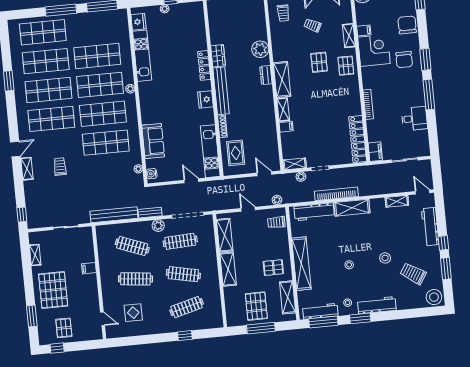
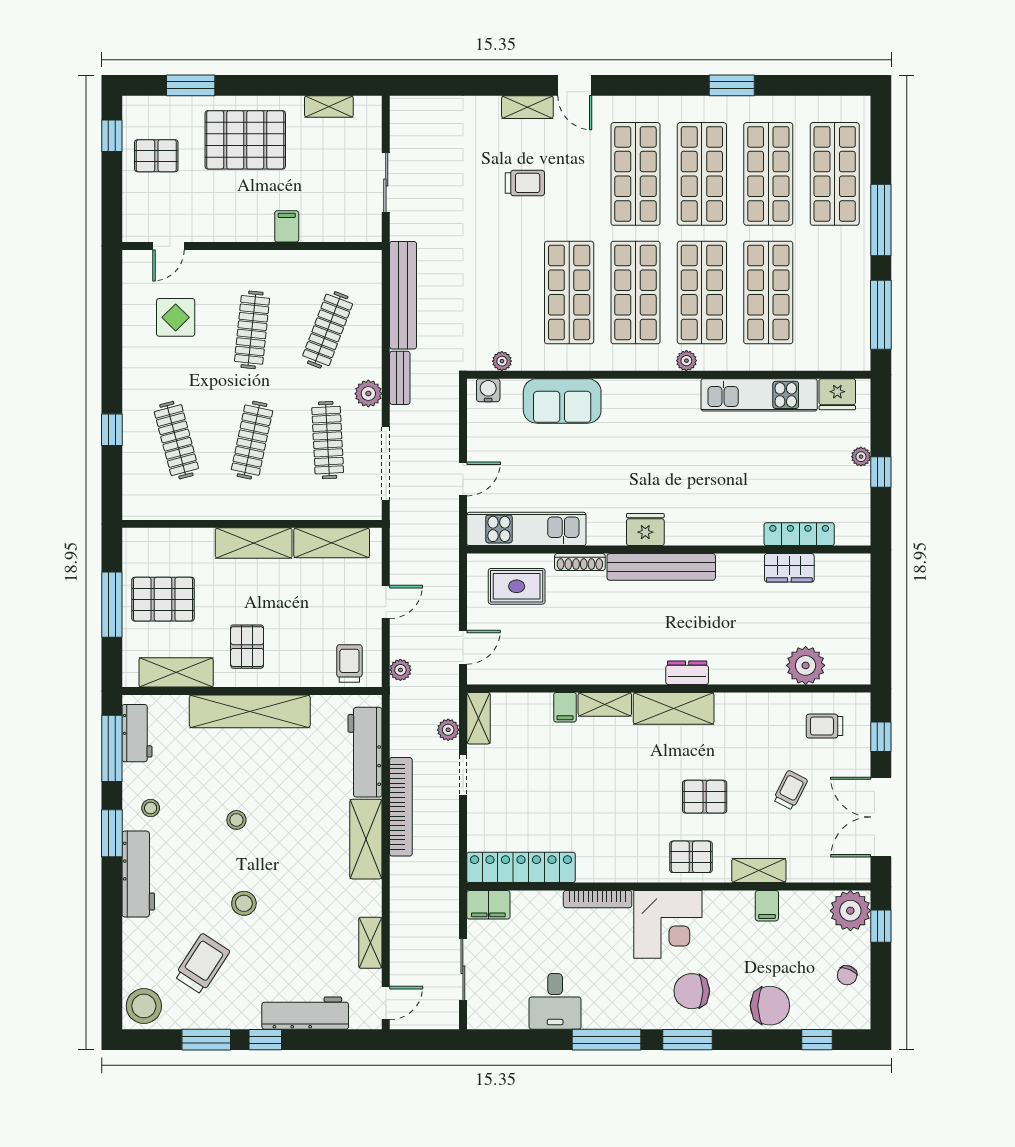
plant: (260, 49) -> (806, 665), moved
corner desk: (374, 50) -> (668, 924), moved
wardrobe: (218, 56) -> (789, 568), moved
locker: (204, 65) -> (799, 534), moved
window: (22, 215) -> (424, 85), removed
workbench: (320, 311) -> (137, 733), width x0.73

